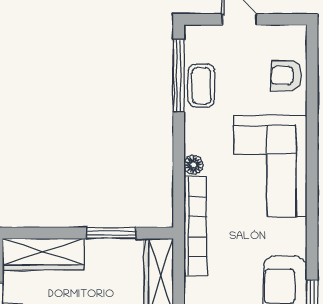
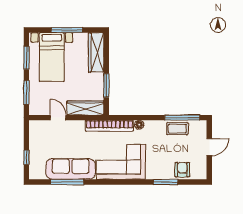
window: (312, 110) -> (166, 182), added
corner sofa: (270, 166) -> (121, 162), moved

